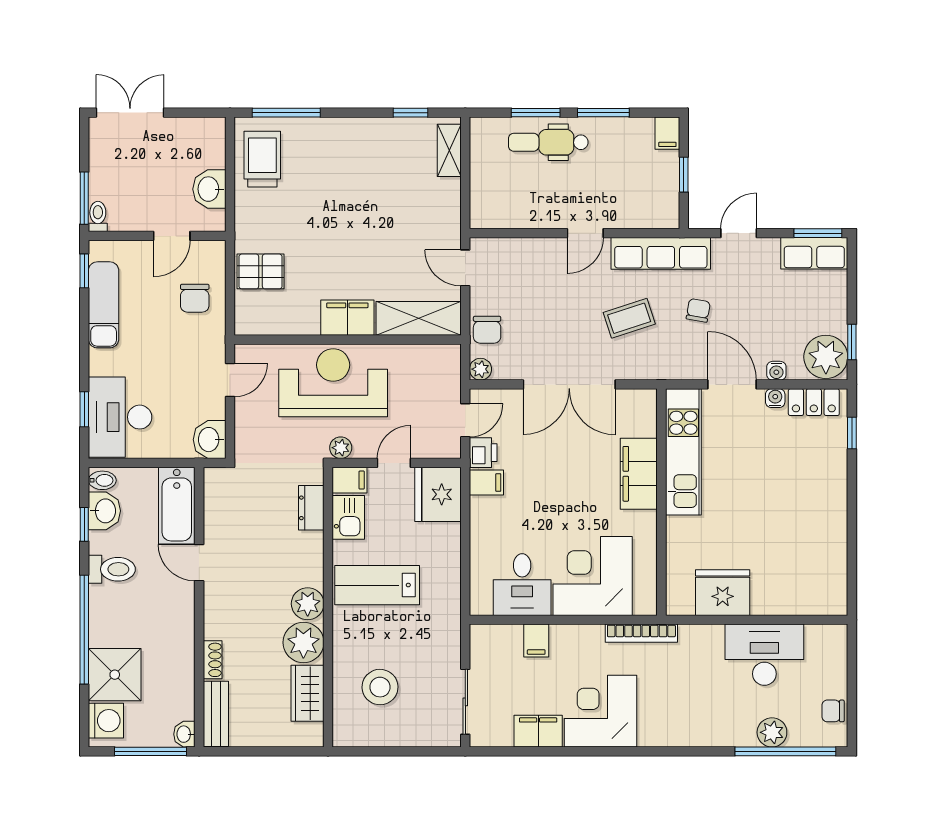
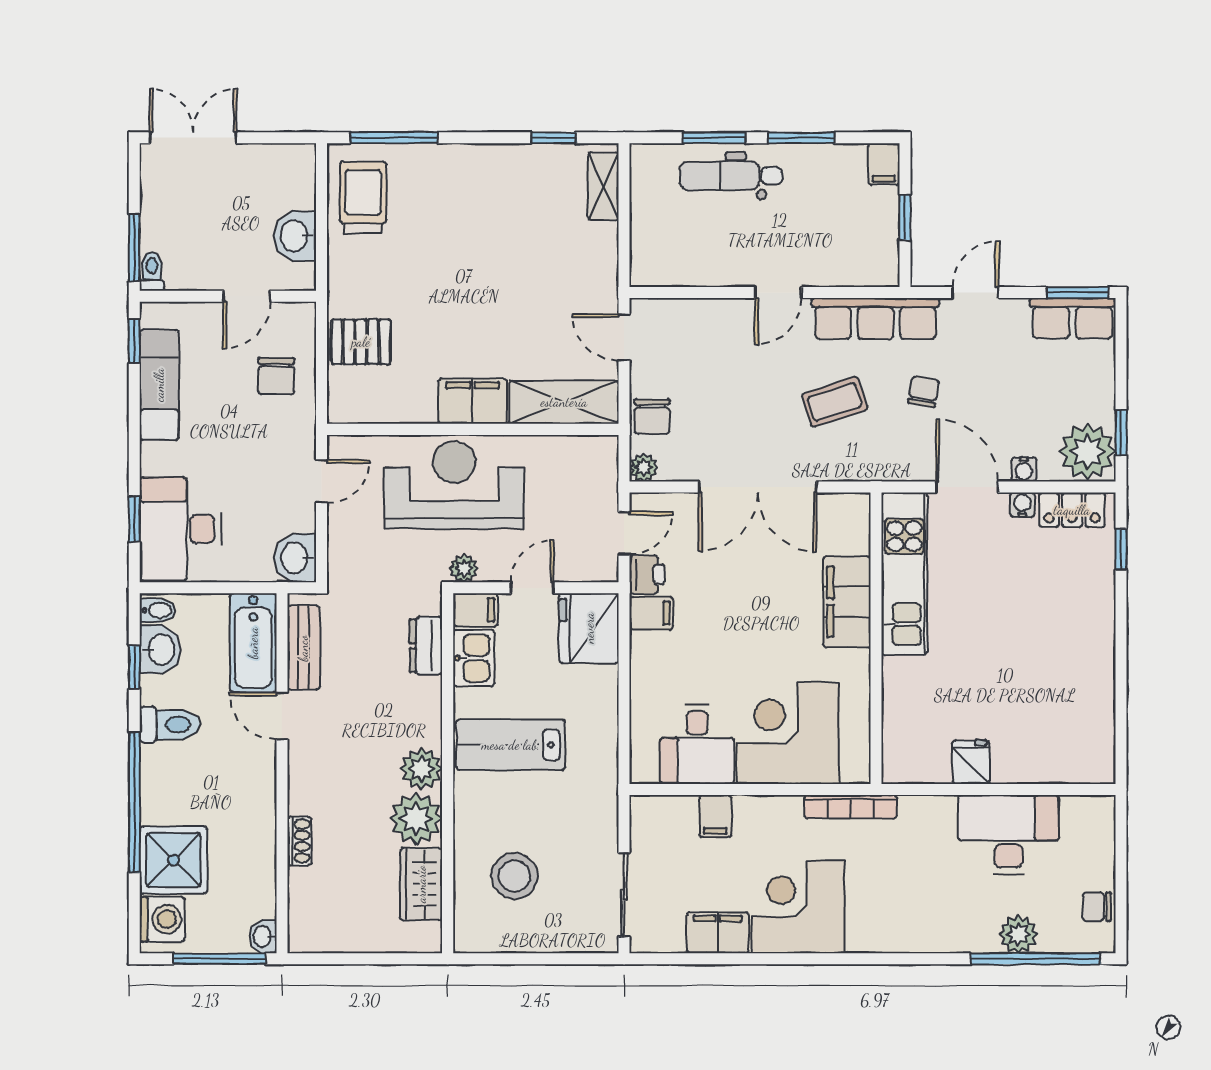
fridge: (723, 593) -> (971, 762), width x0.53, depth x0.75
bench: (216, 714) -> (303, 648), moved

